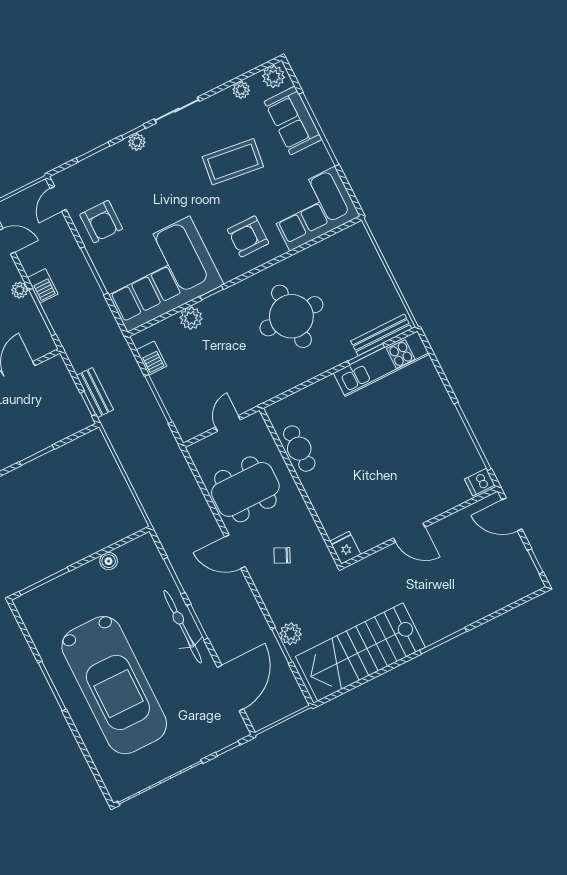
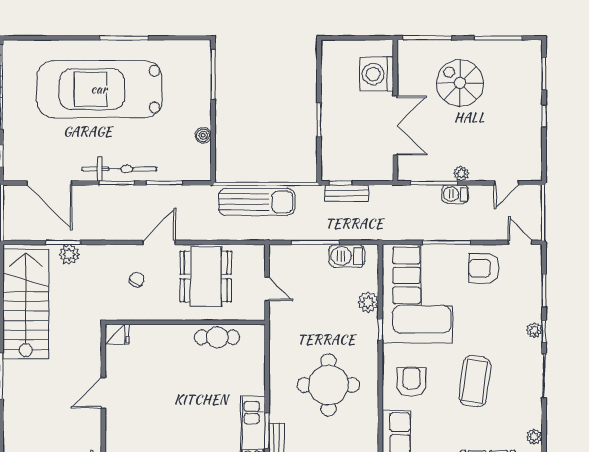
coffee table: (233, 162) -> (475, 381), moved
barbecue: (151, 358) -> (347, 256), width x1.38, depth x1.27
sun lounger: (148, 476) -> (257, 202), added

